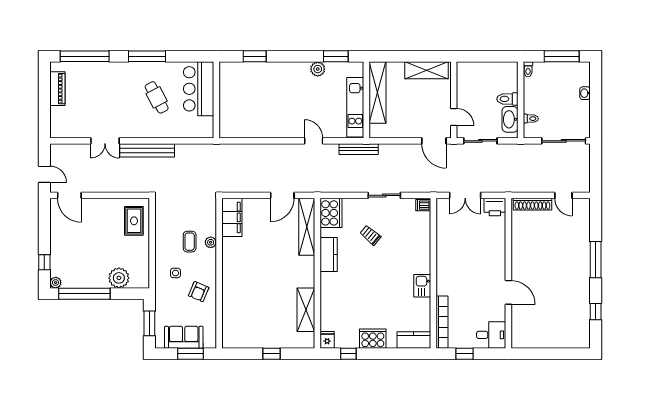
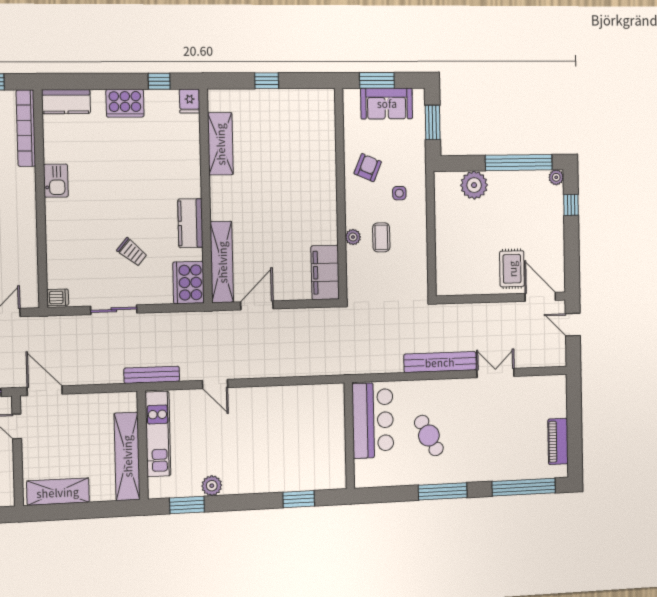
bar counter: (199, 89) -> (373, 420), moved
rug: (134, 221) -> (512, 269), moved

